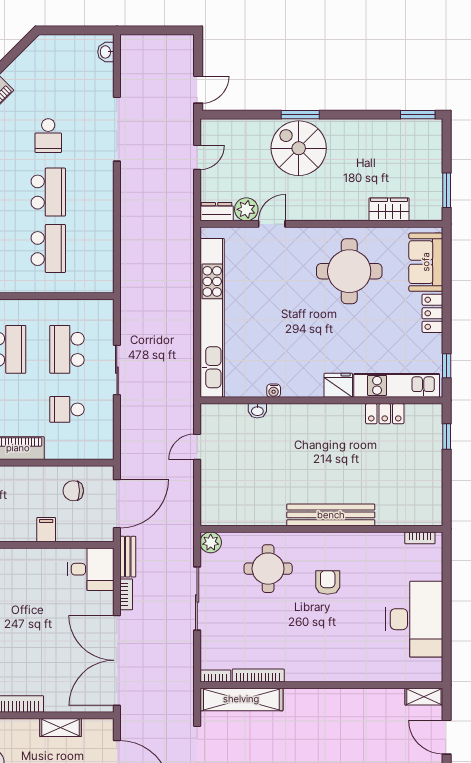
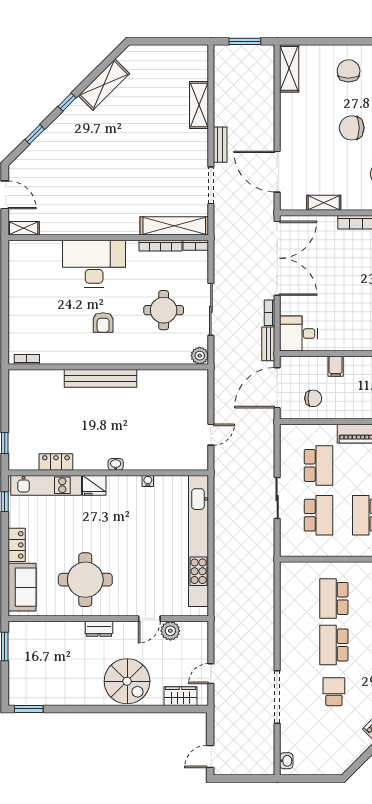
door: (198, 90) -> (210, 756), moved
window: (300, 115) -> (126, 709), removed
wardrobe: (389, 209) -> (181, 696), moved, turned 180
dresser: (217, 212) -> (99, 629), moved
school desk: (67, 409) -> (318, 465), width x1.85
washbasin: (257, 411) -> (116, 464), moved
round table: (268, 569) -> (164, 310), moved
desk: (414, 619) -> (94, 264), moved, turned 90

